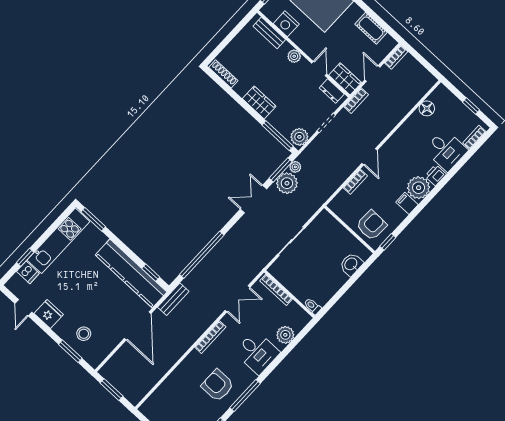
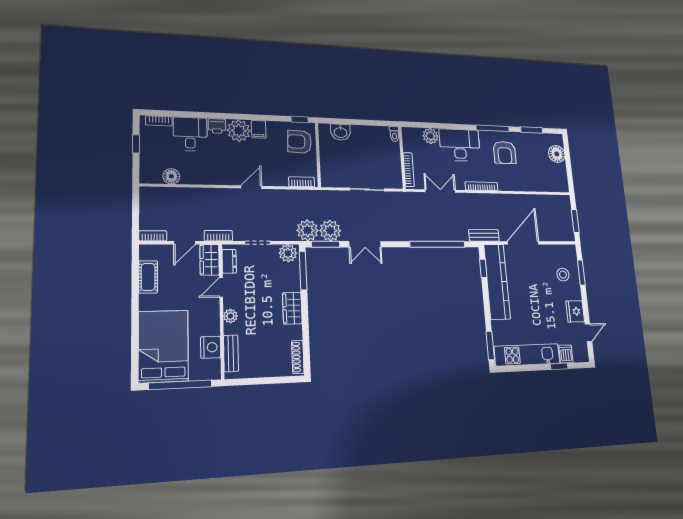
plant: (295, 167) -> (307, 230), width x1.87, depth x1.87
bookcase: (355, 182) -> (302, 182), moved
desk: (257, 352) -> (460, 145), width x1.37

